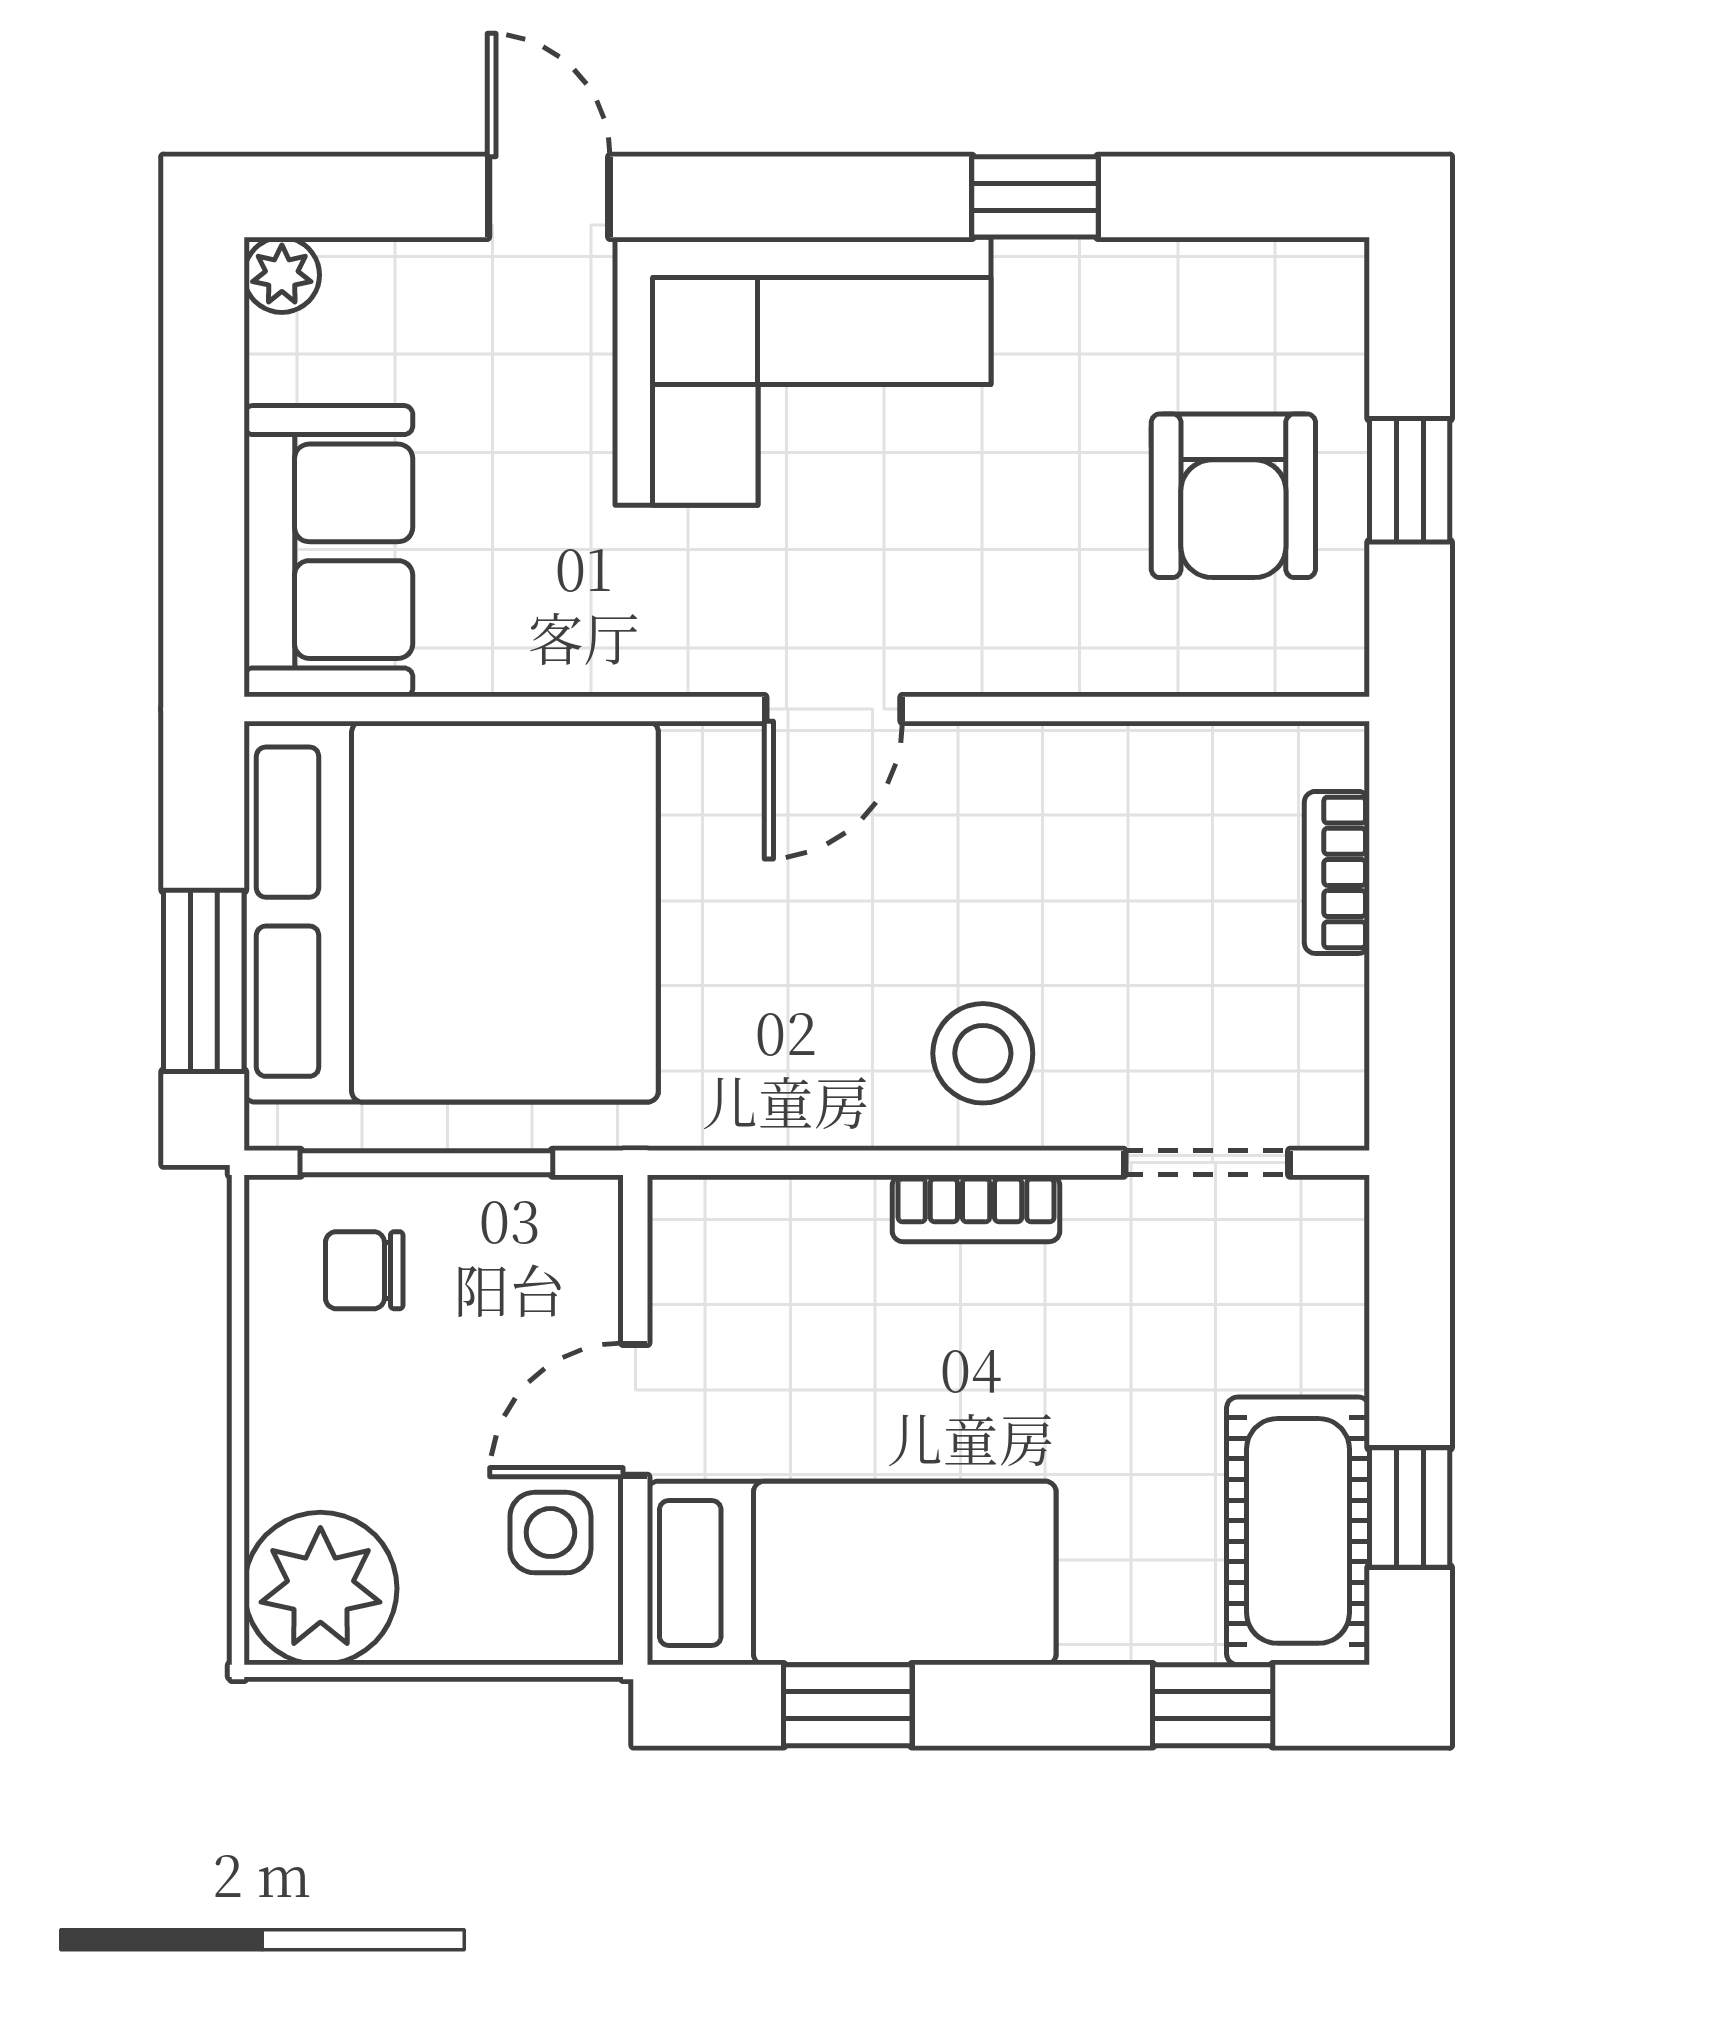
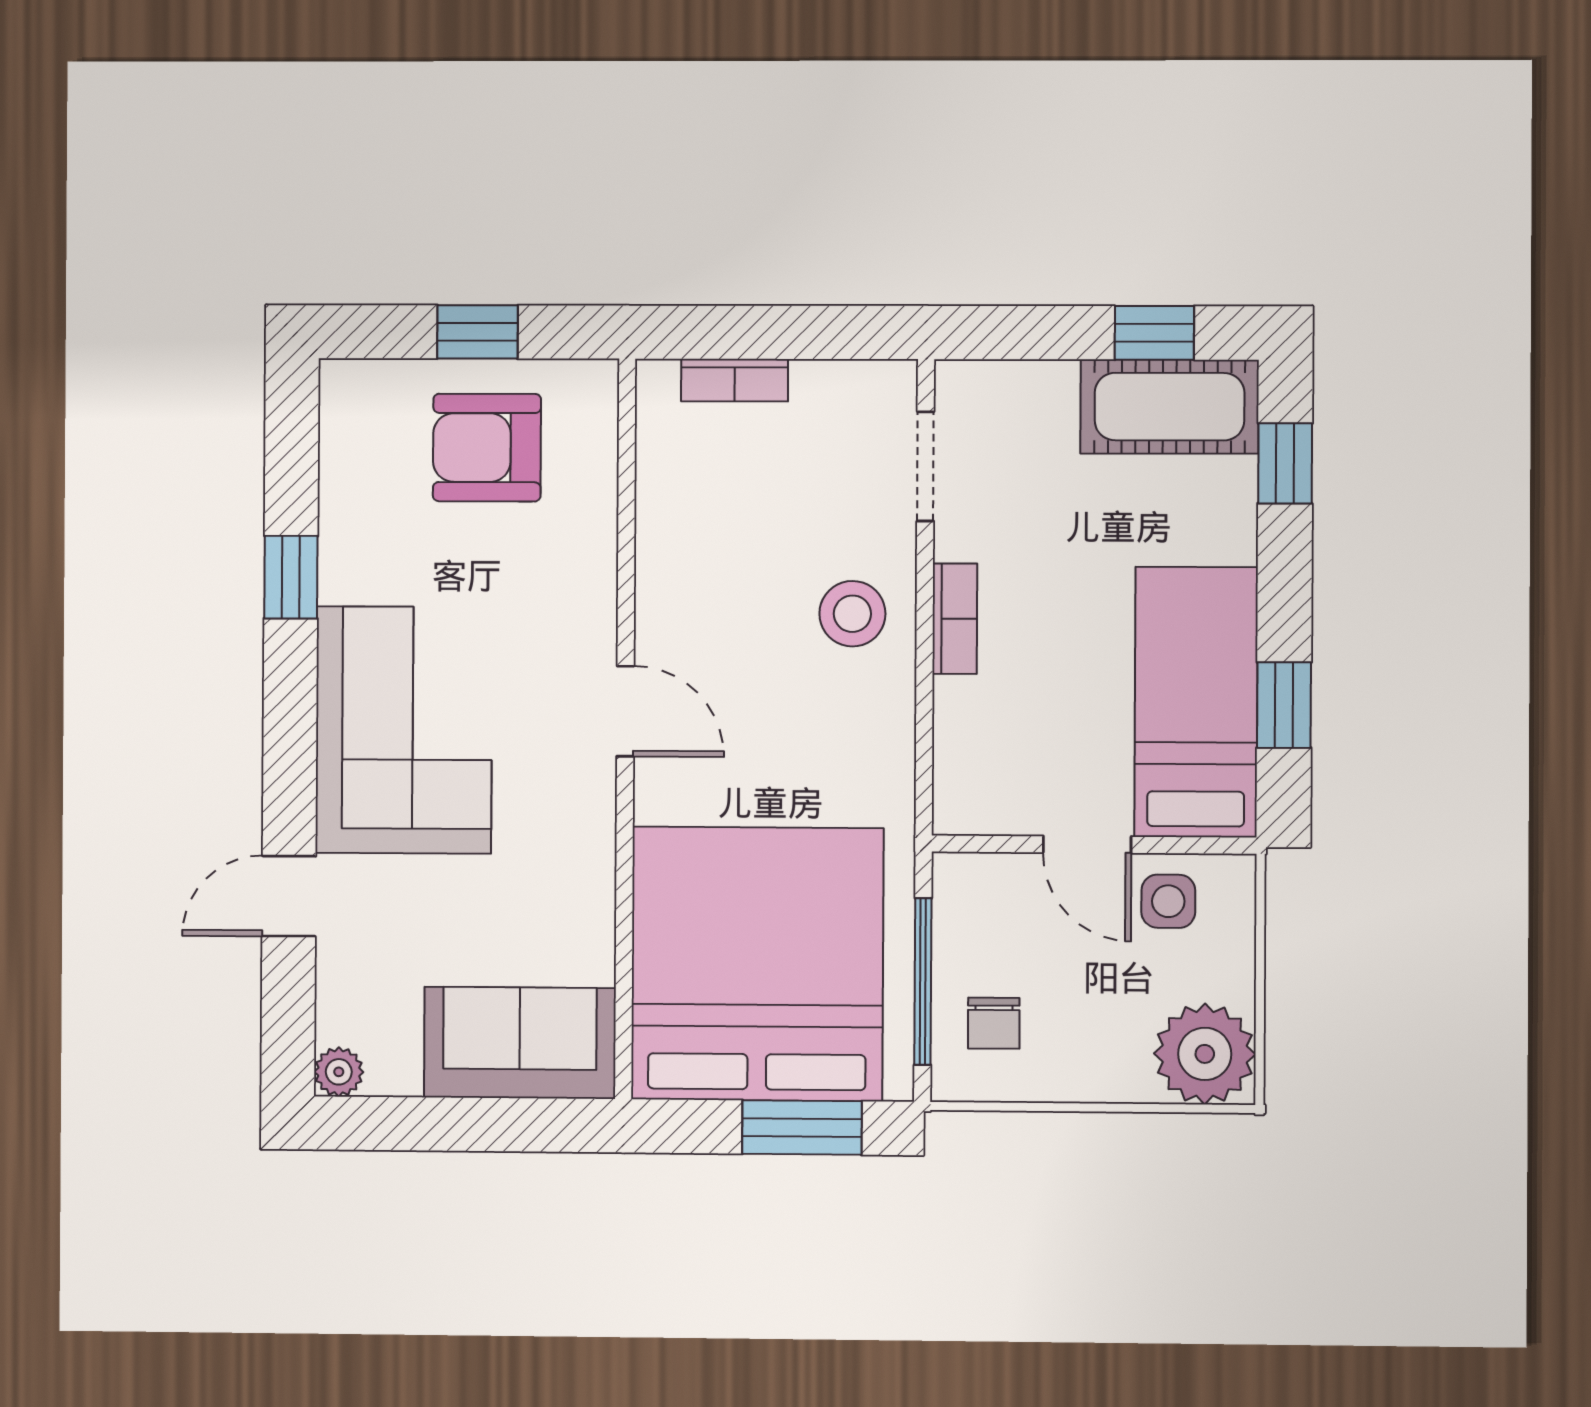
armchair: (1233, 496) -> (487, 448), turned 180

